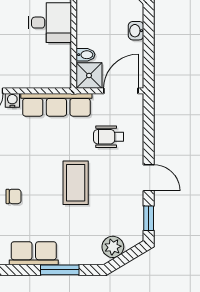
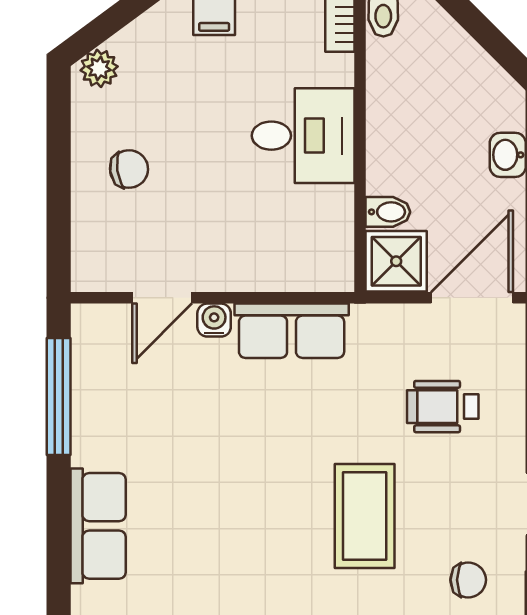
row of seats: (56, 105) -> (292, 331), width x0.68
chair: (14, 196) -> (468, 580), moved

